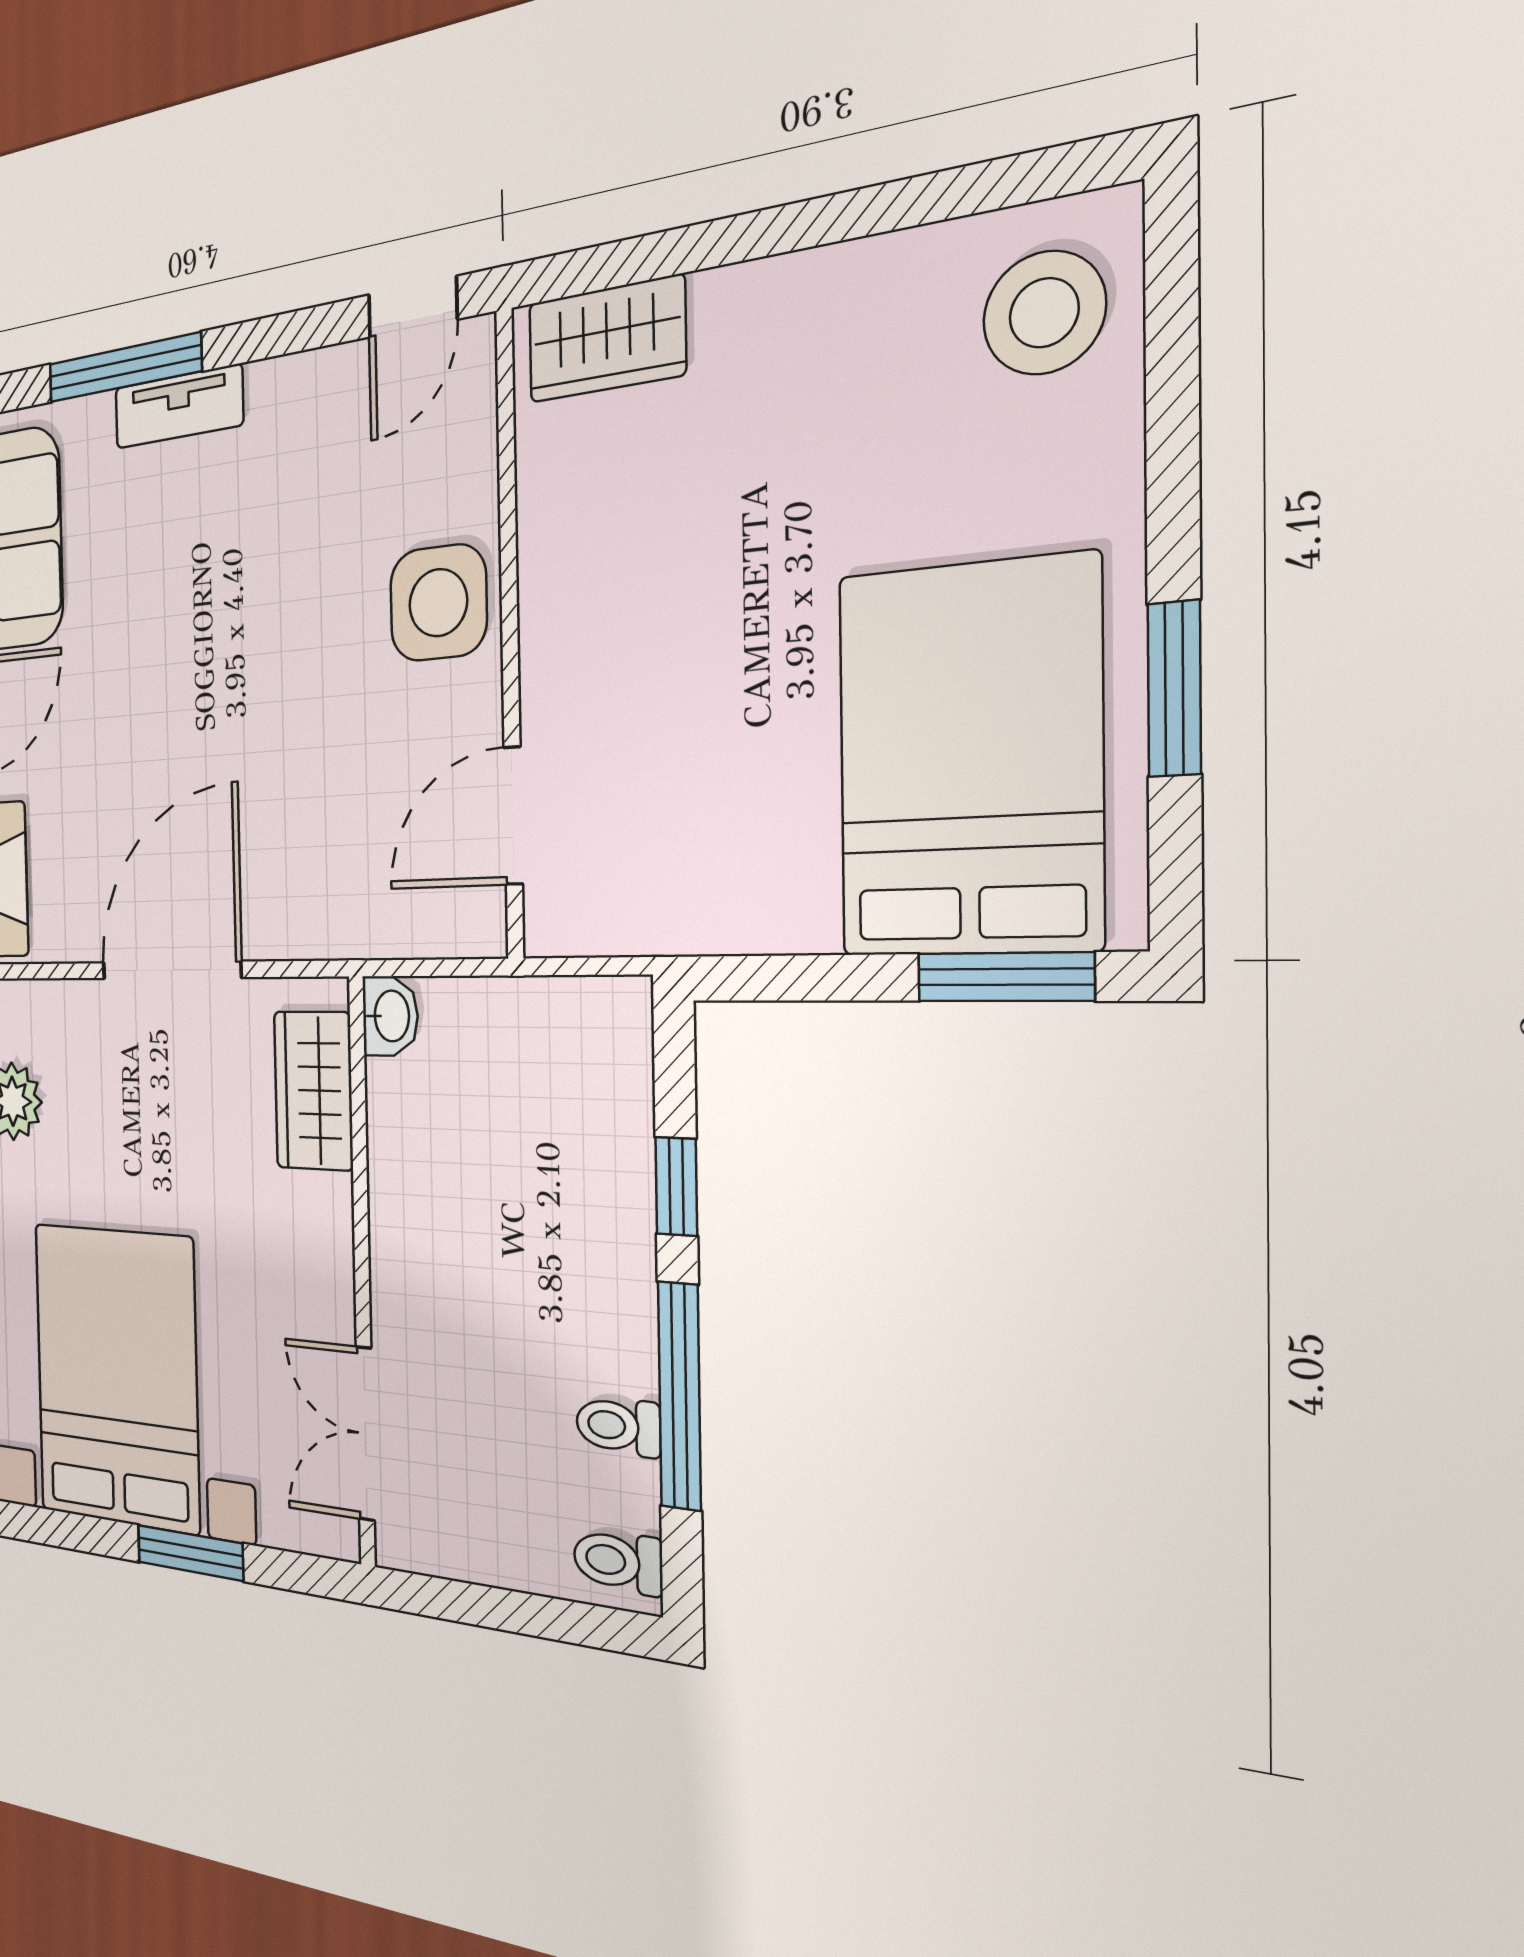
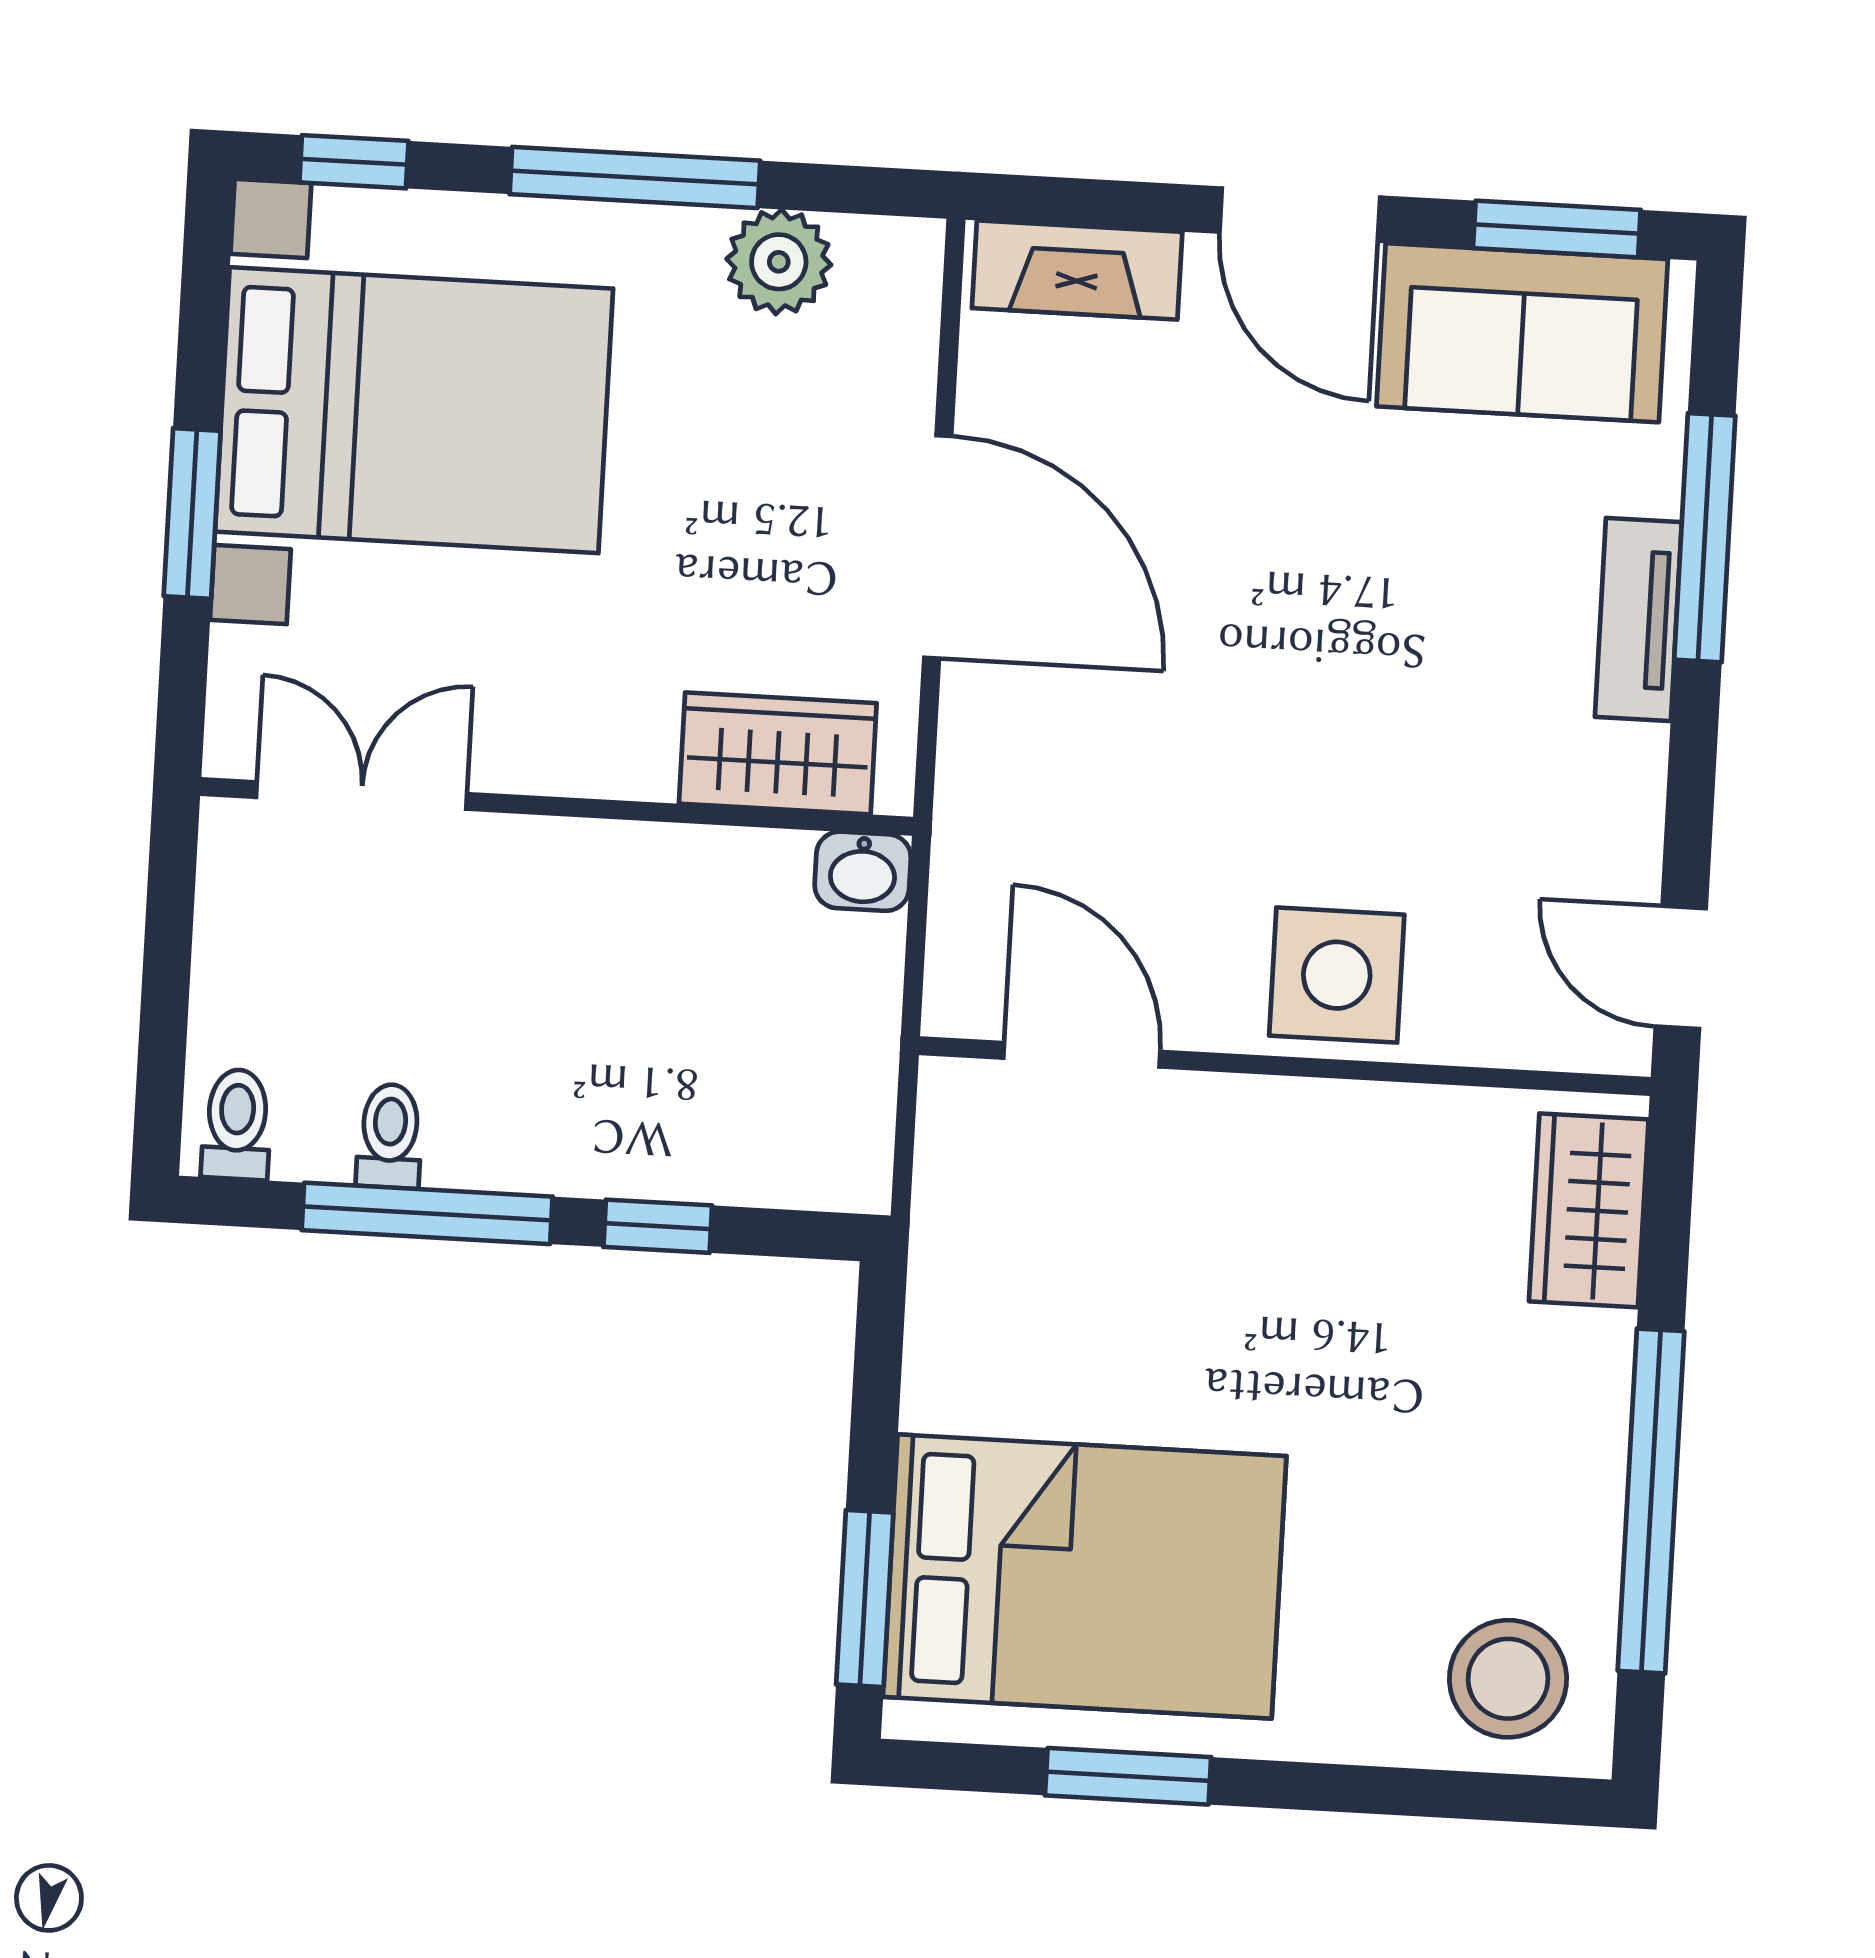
window: (858, 213) -> (1651, 1501), added

